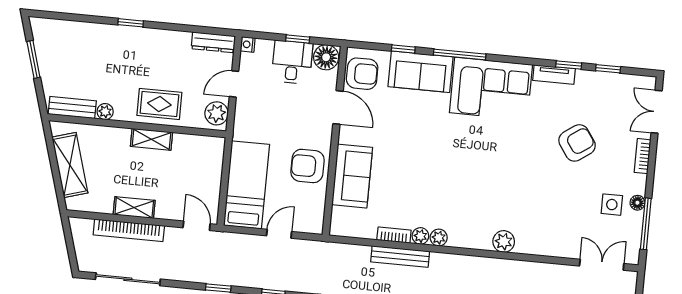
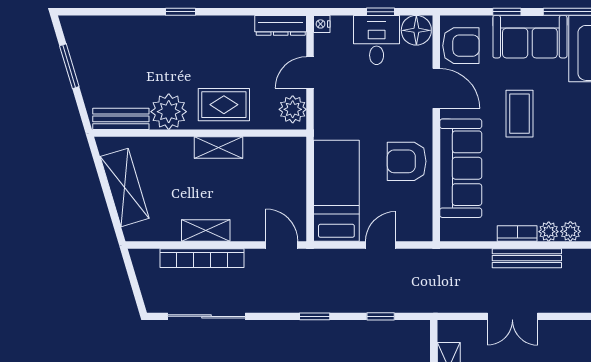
plant: (105, 112) -> (169, 112), width x1.88, depth x1.88
coffee table: (406, 135) -> (519, 114), added
sofa: (352, 176) -> (461, 168), width x1.36

